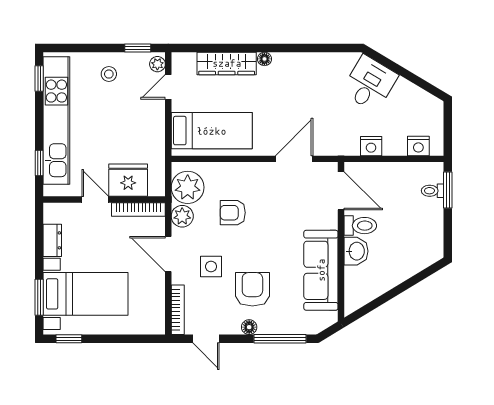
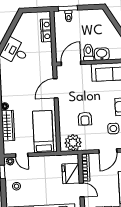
nightstand: (371, 146) -> (46, 36), moved
door: (294, 159) -> (56, 88), hinge flipped
door: (95, 199) -> (82, 190), swing flipped
plant: (182, 216) -> (88, 145), removed

